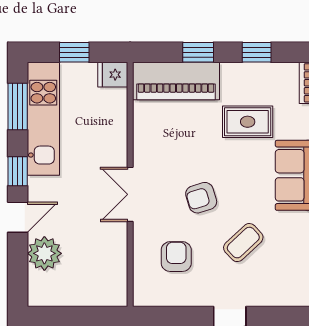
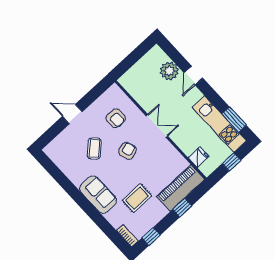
window: (257, 52) -> (151, 236), moved
fridge: (113, 75) -> (199, 157), moved
window: (18, 171) -> (210, 94), removed

